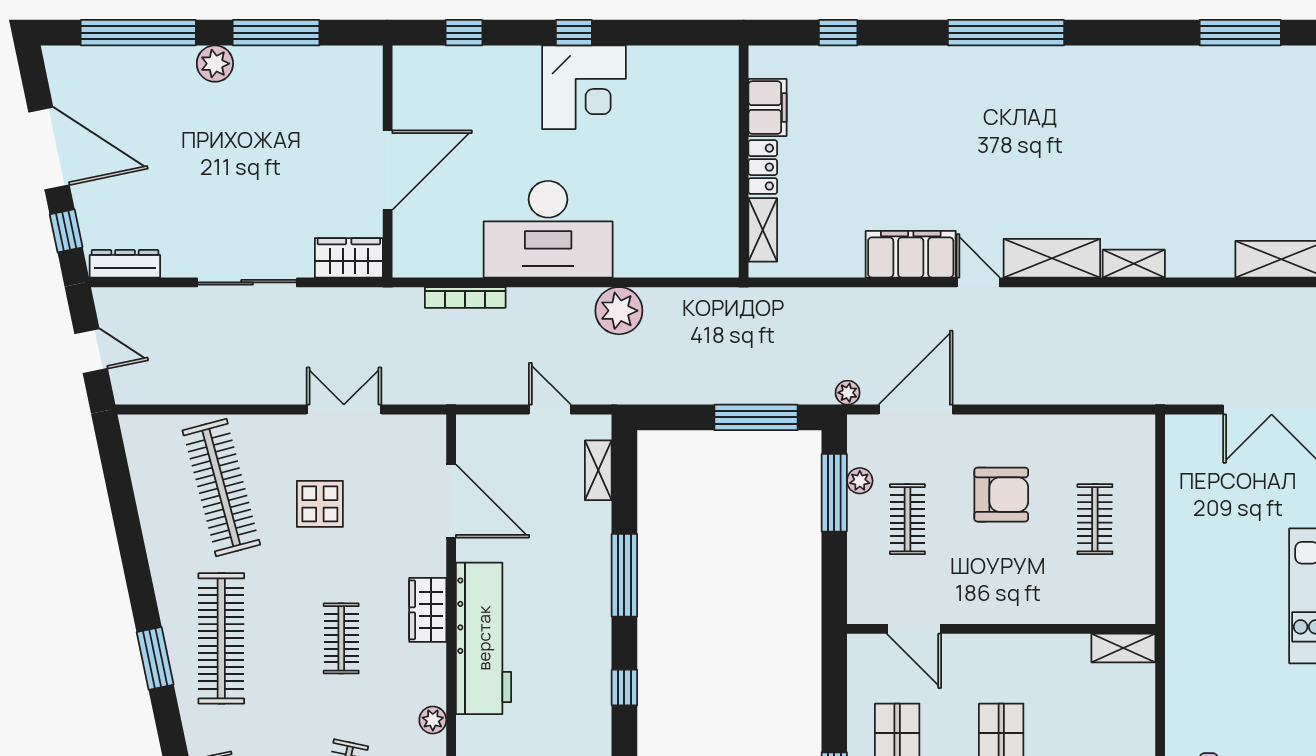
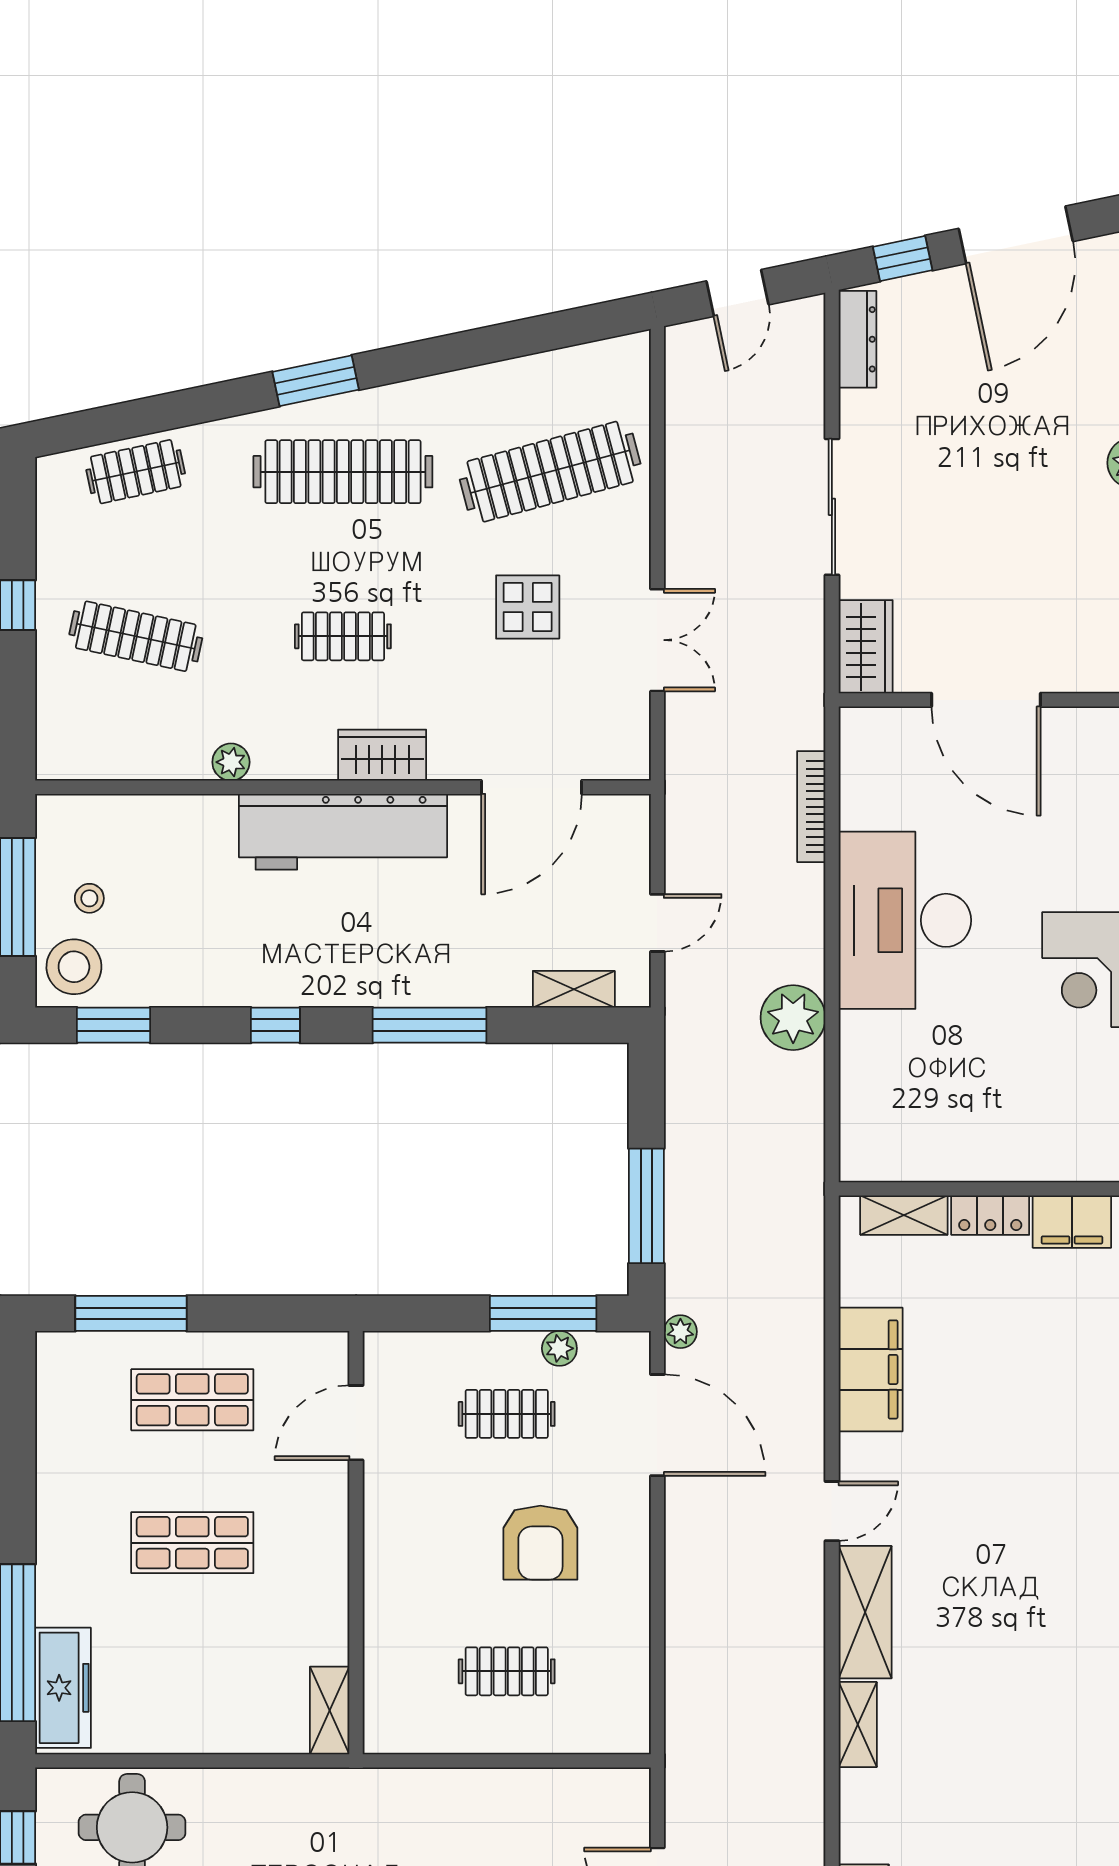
filing cabinet: (911, 254) -> (871, 1369), moved

